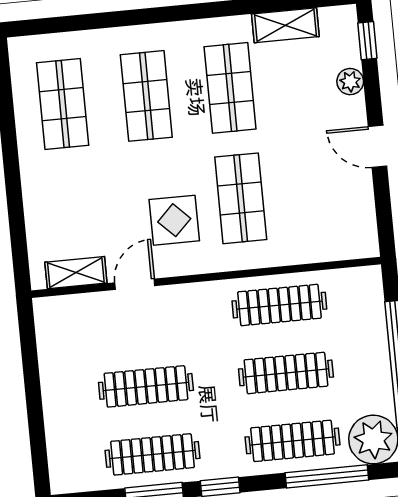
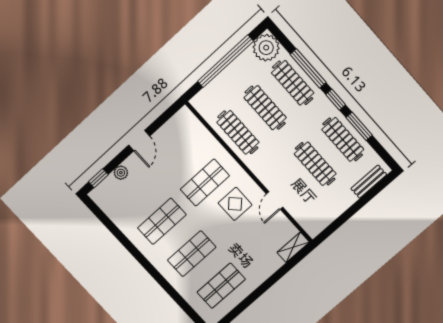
shelving: (285, 25) -> (118, 217), removed
shelving: (76, 273) -> (293, 247), moved, turned 90
door: (135, 284) -> (275, 201), hinge flipped
bench: (59, 448) -> (369, 182), added
window: (327, 476) -> (308, 68), moved

